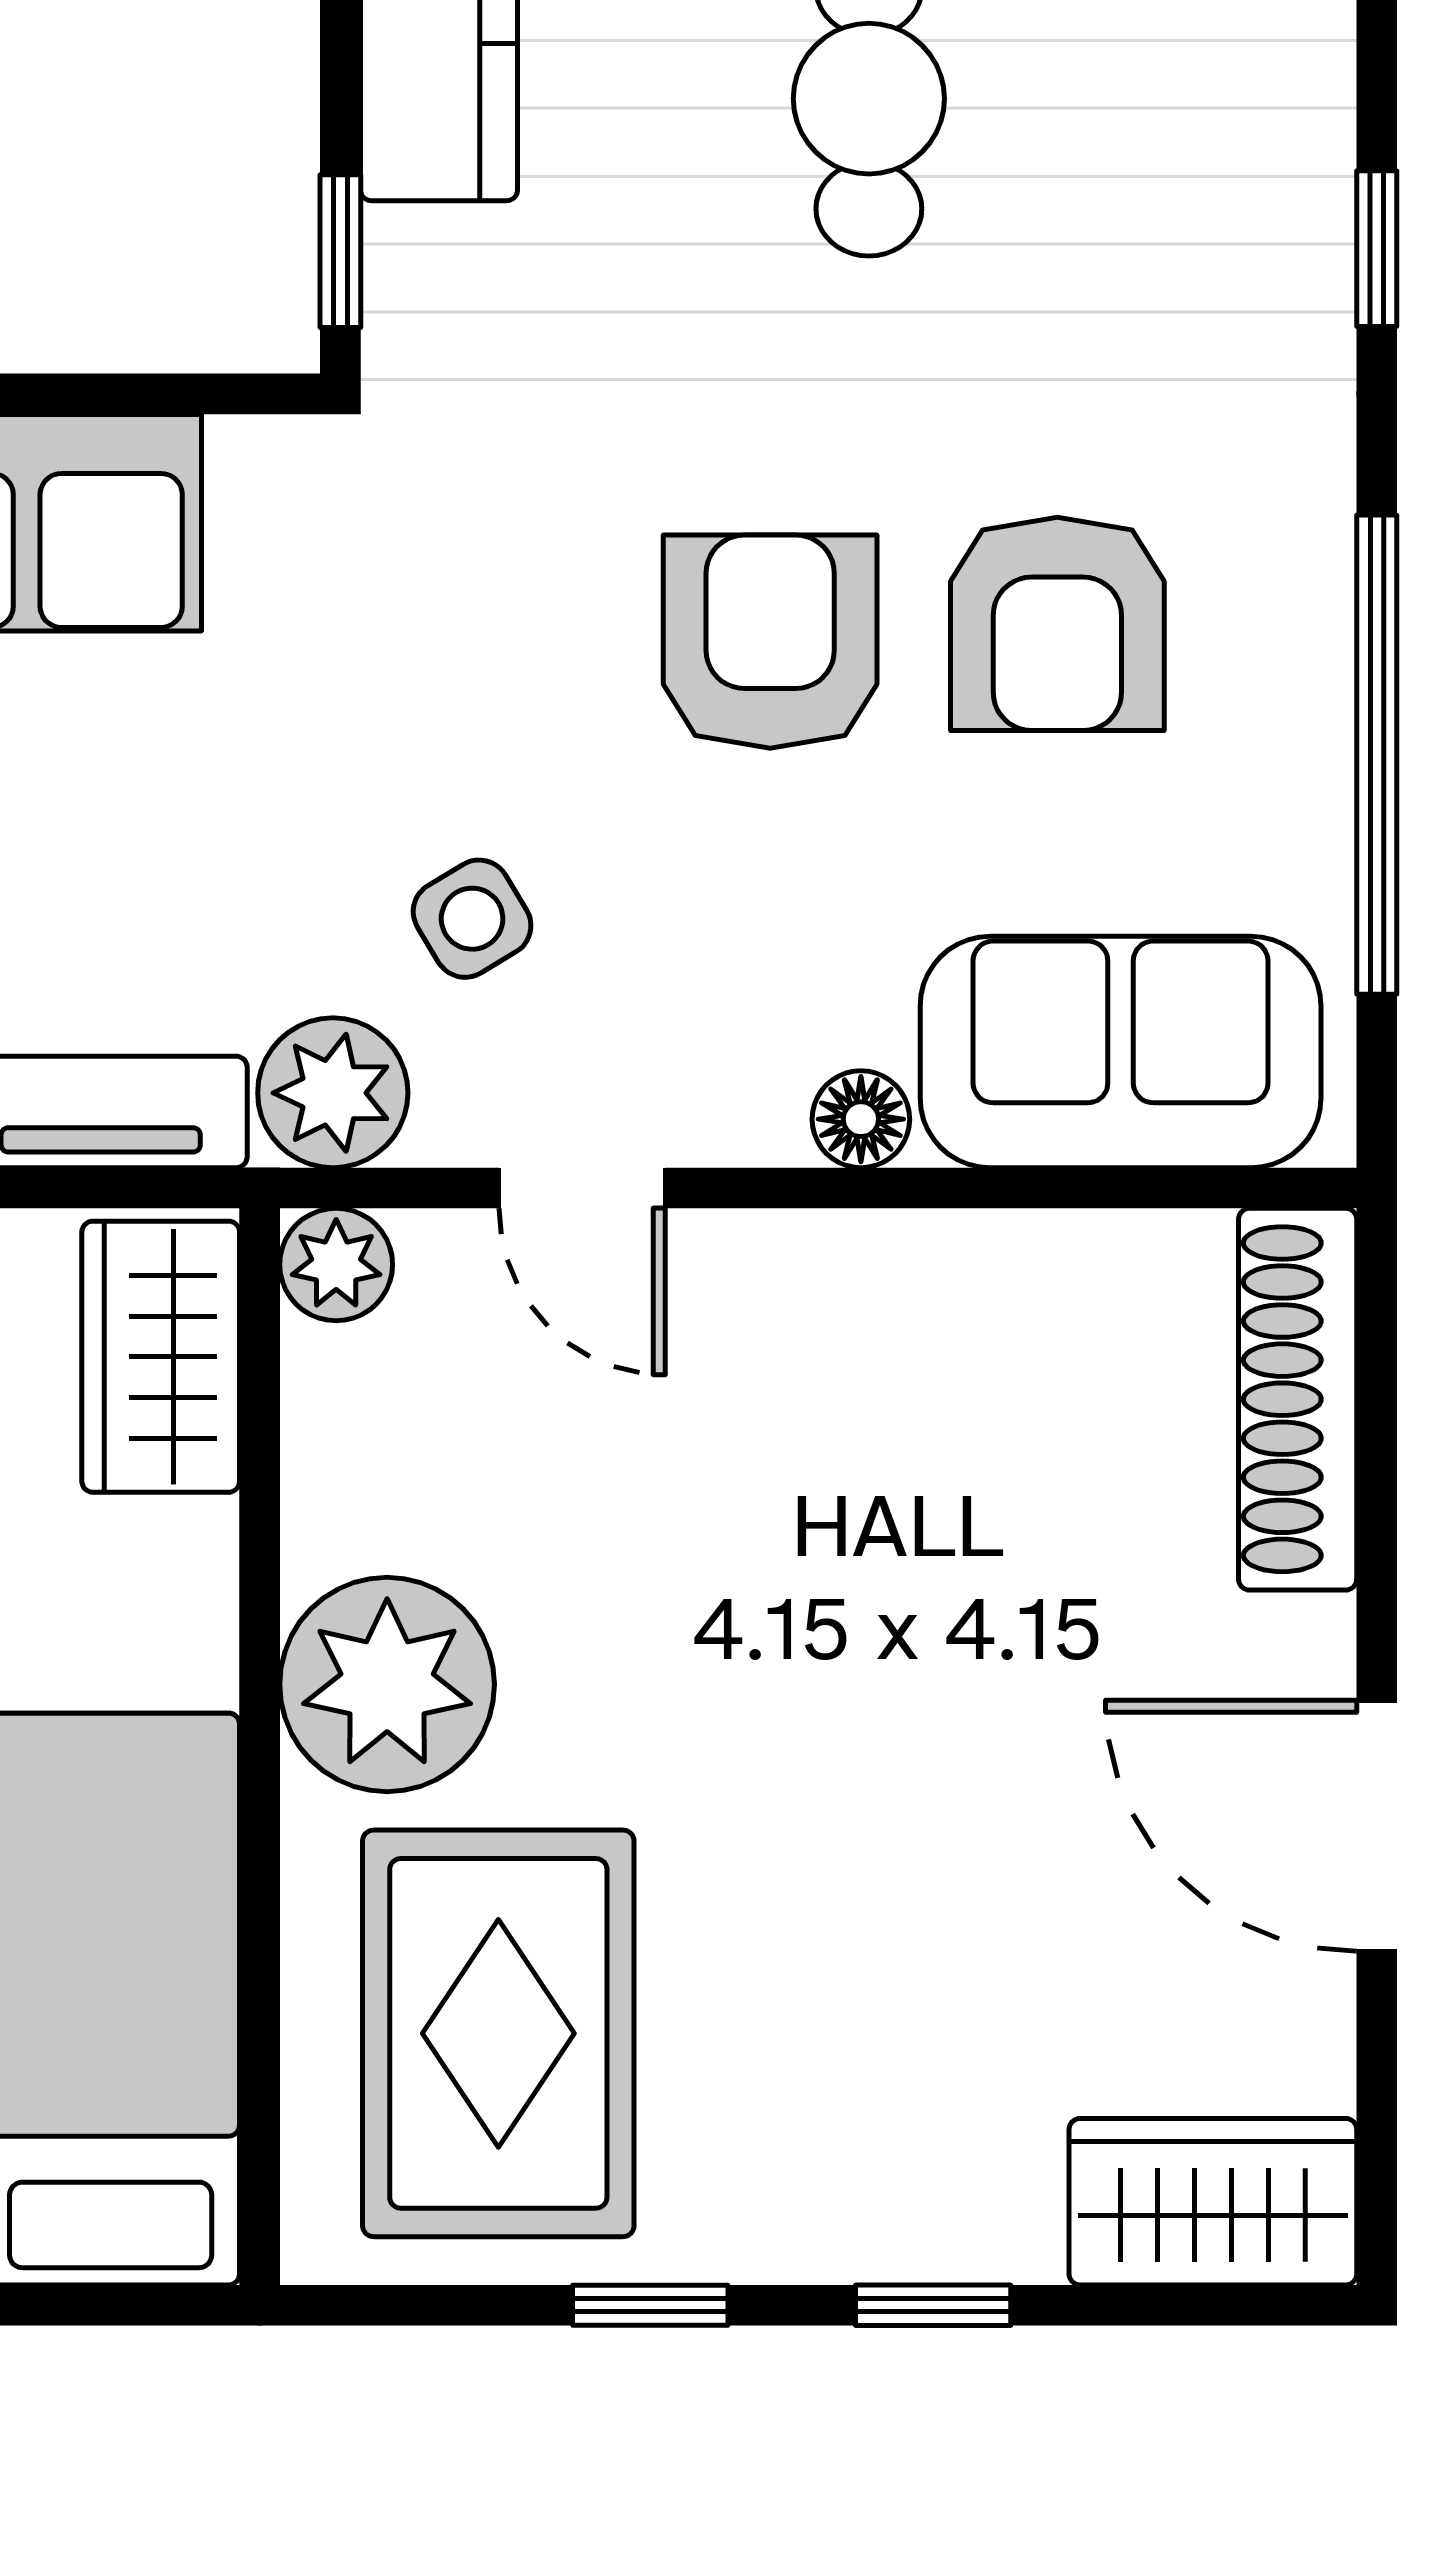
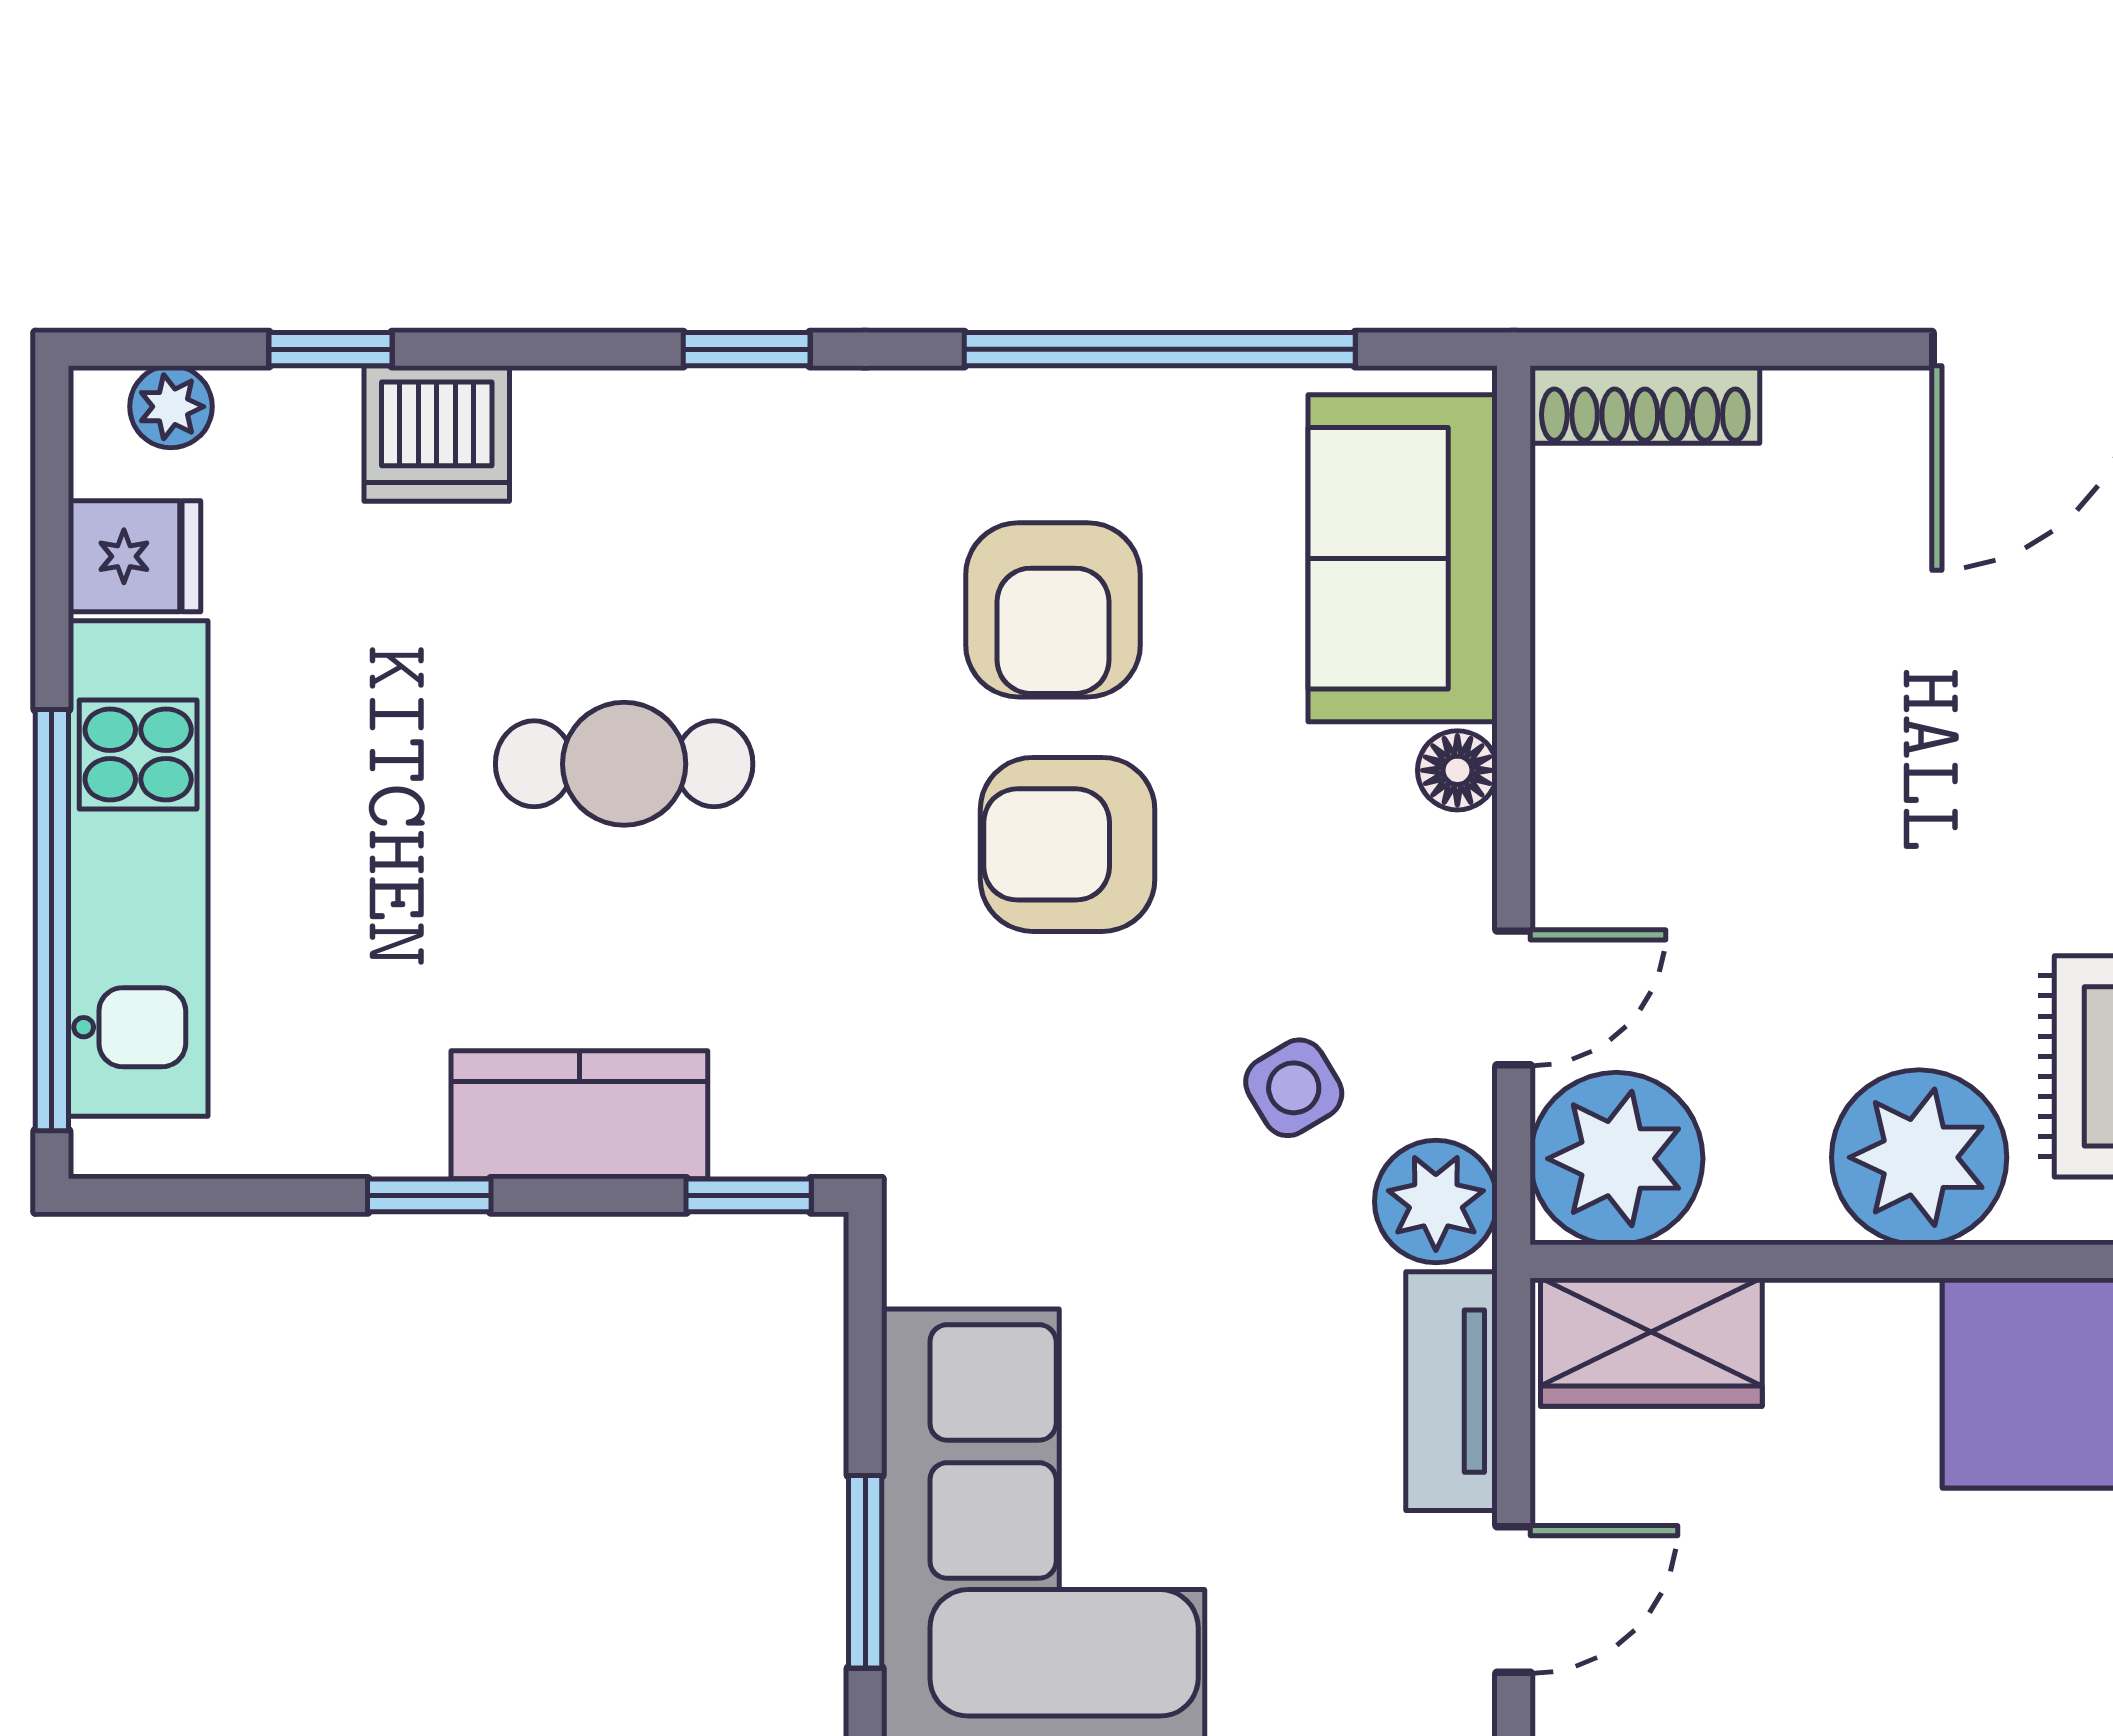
armchair: (1057, 624) -> (1053, 610), turned 90
plant: (336, 1265) -> (1616, 1159), width x1.88, depth x1.88
shoe rack: (1298, 1399) -> (1645, 404), width x0.74, depth x0.81

